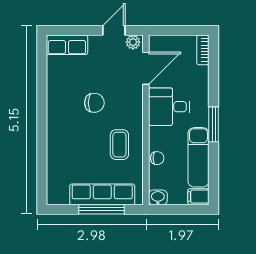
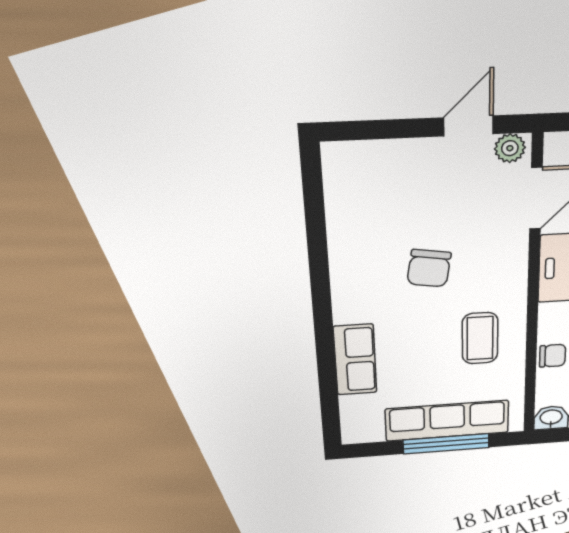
row of seats: (67, 45) -> (355, 360), moved, turned -90
chair: (94, 103) -> (429, 268), turned 99

